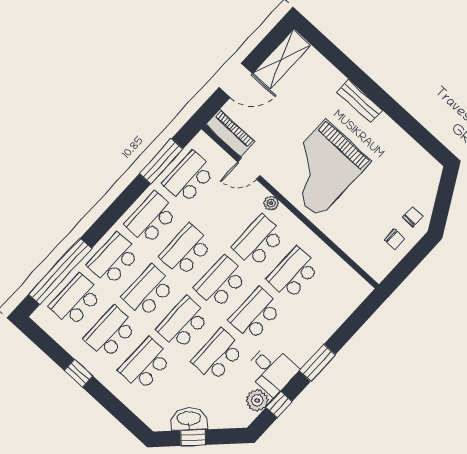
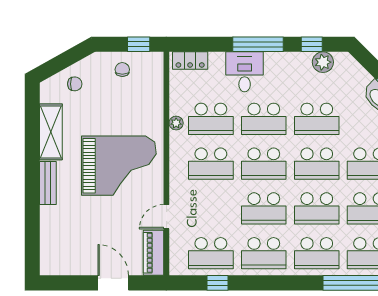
shelving: (282, 59) -> (51, 132), moved, turned 90
window: (161, 161) -> (217, 283), width x0.46
door: (249, 169) -> (166, 217), swing flipped
plant: (271, 203) -> (176, 123), moved
chair: (413, 217) -> (75, 84), moved, turned 180
window: (403, 270) -> (139, 44), added
locker: (353, 299) -> (190, 61), added
window: (317, 363) -> (258, 44), width x1.44
desk: (272, 370) -> (245, 72), moved

